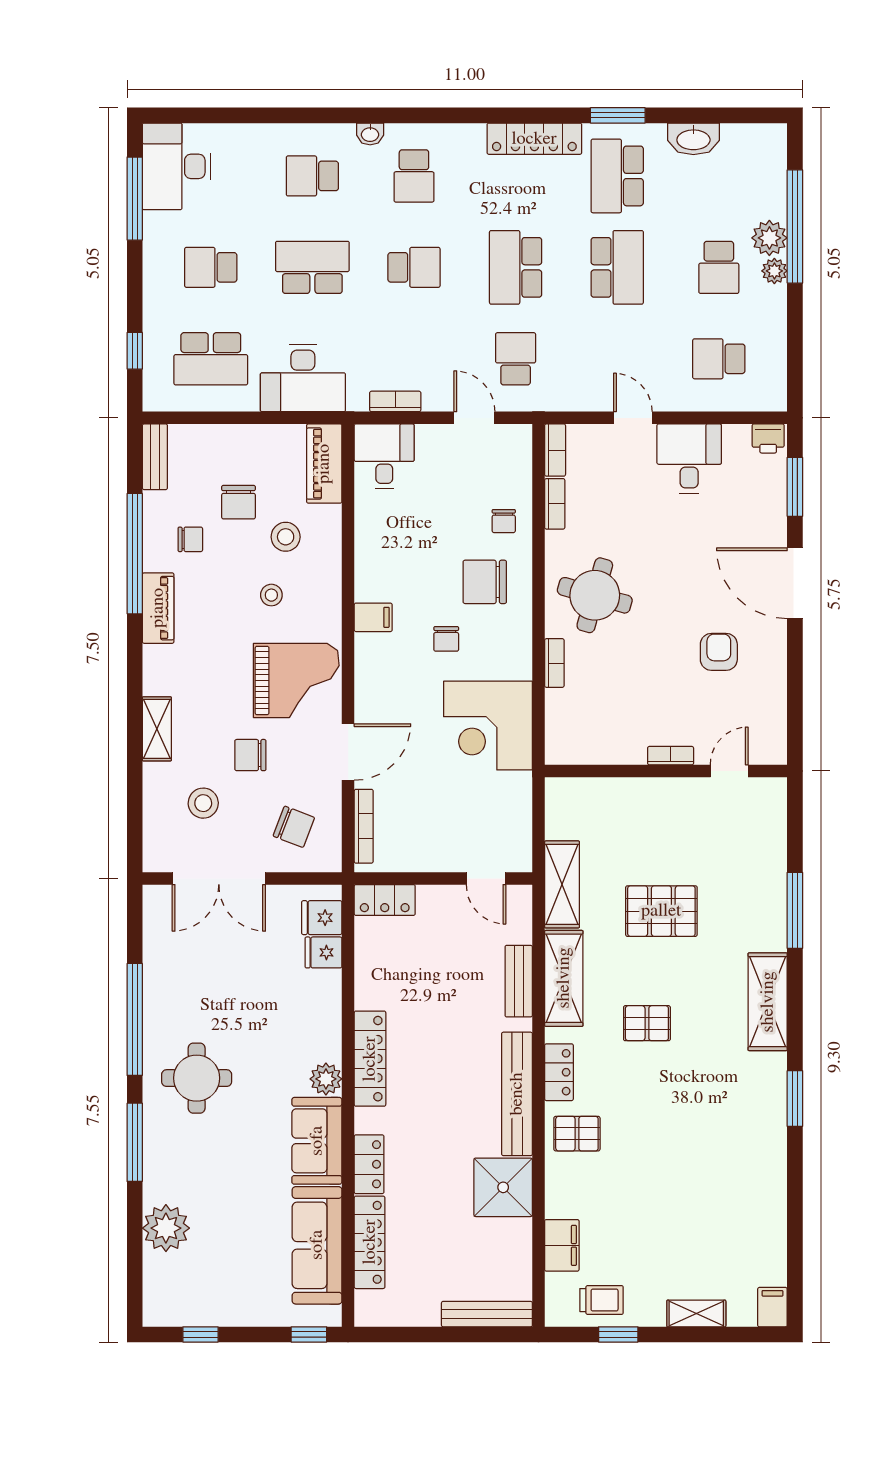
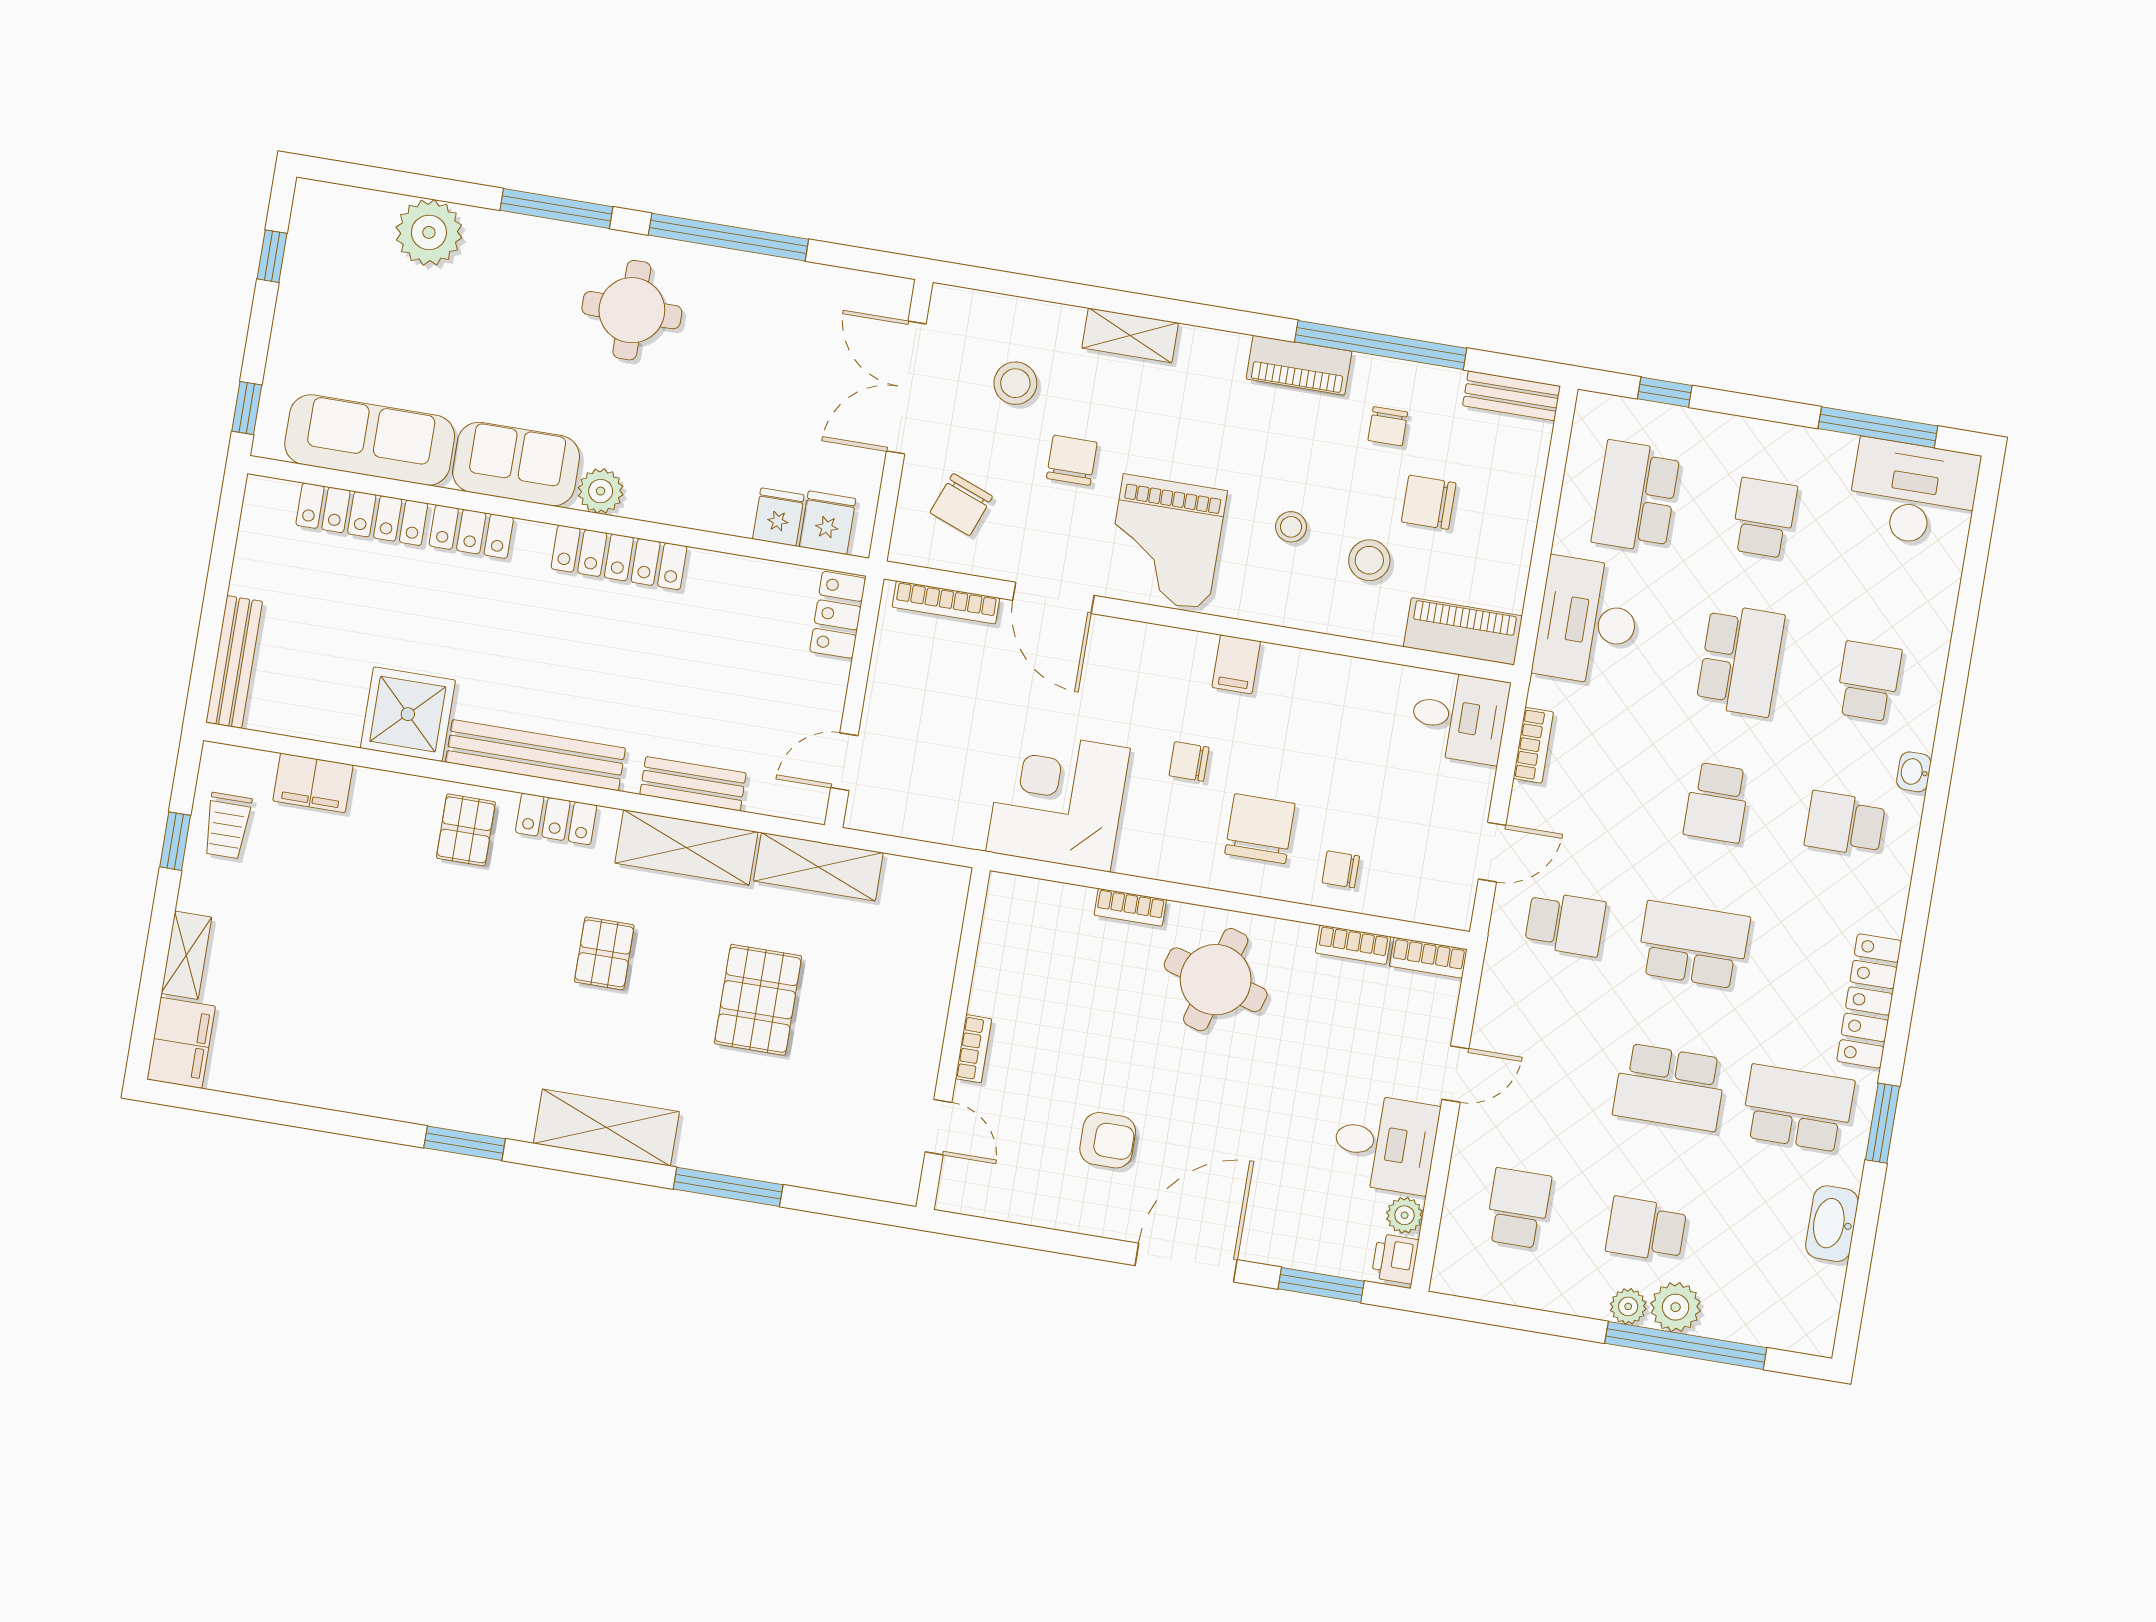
plant: (737, 437) -> (1405, 1215), added
filing cabinet: (772, 1307) -> (181, 1043), width x2.00

